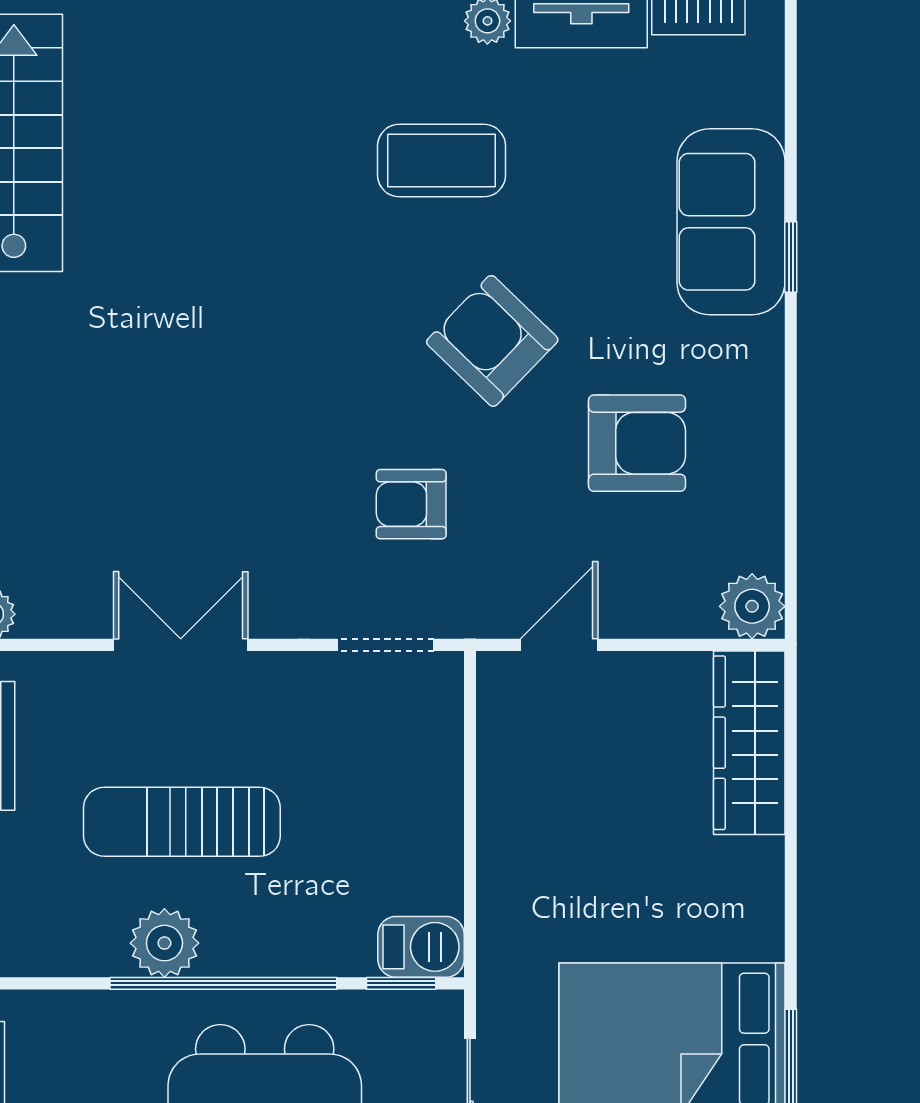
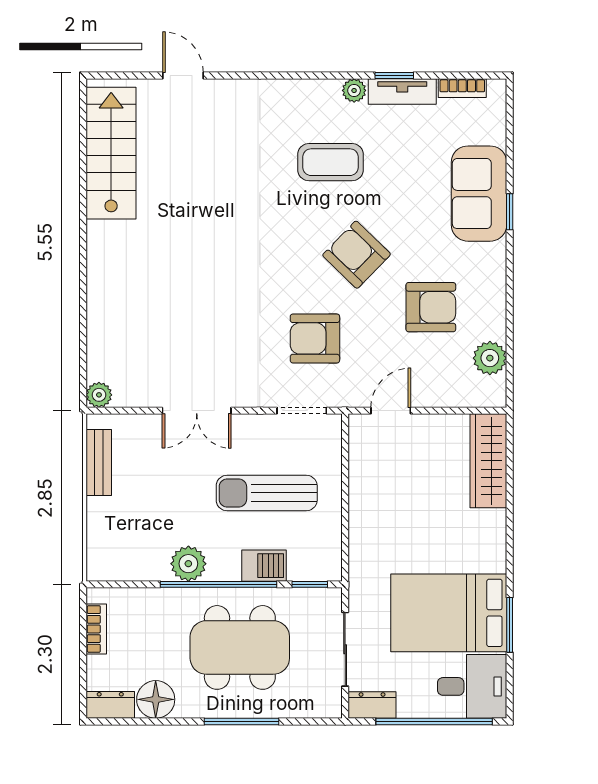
armchair: (411, 504) -> (315, 338), width x1.38, depth x1.38
plant: (752, 606) -> (490, 358), moved
double door: (181, 645) -> (197, 411), swing flipped
sun lounger: (182, 822) -> (267, 493), moved
barbecue: (421, 947) -> (264, 566), moved

